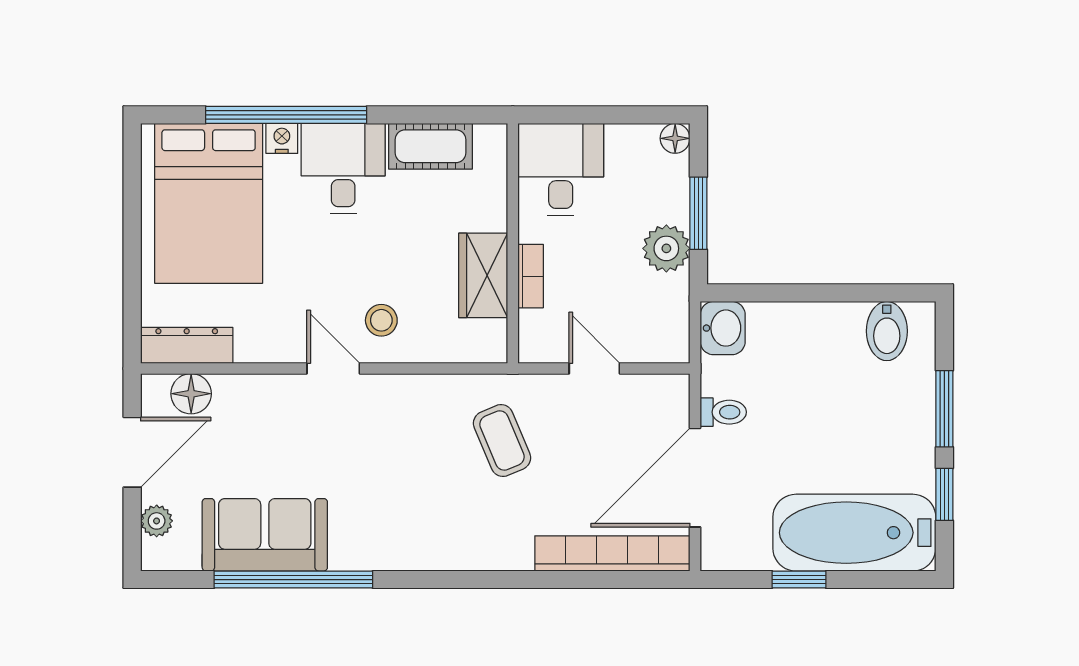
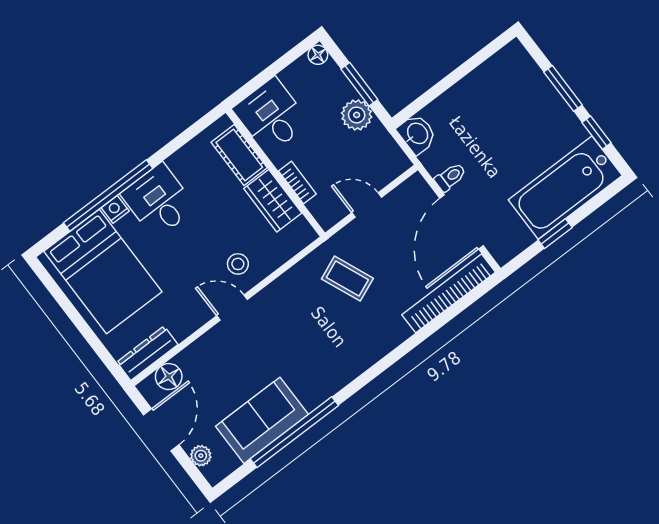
cot: (431, 146) -> (239, 155), moved, turned 90
bidet: (887, 331) -> (503, 71), removed

